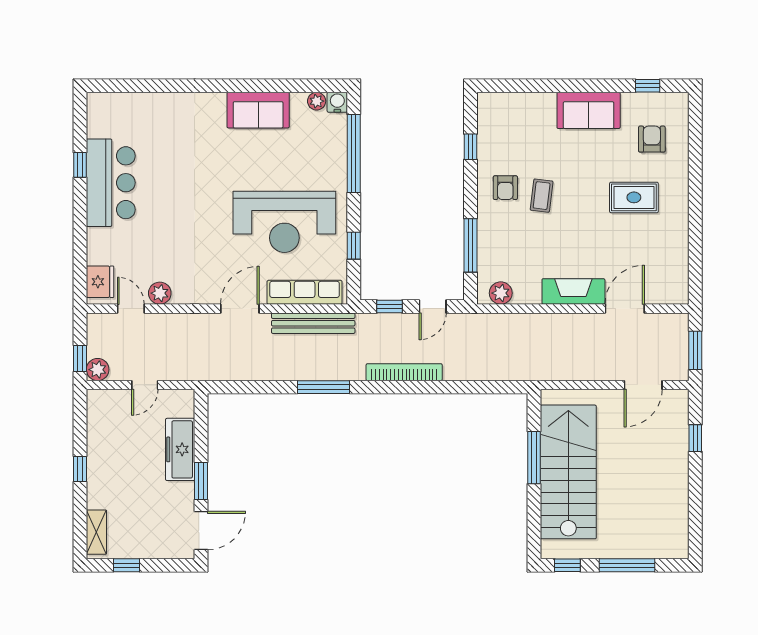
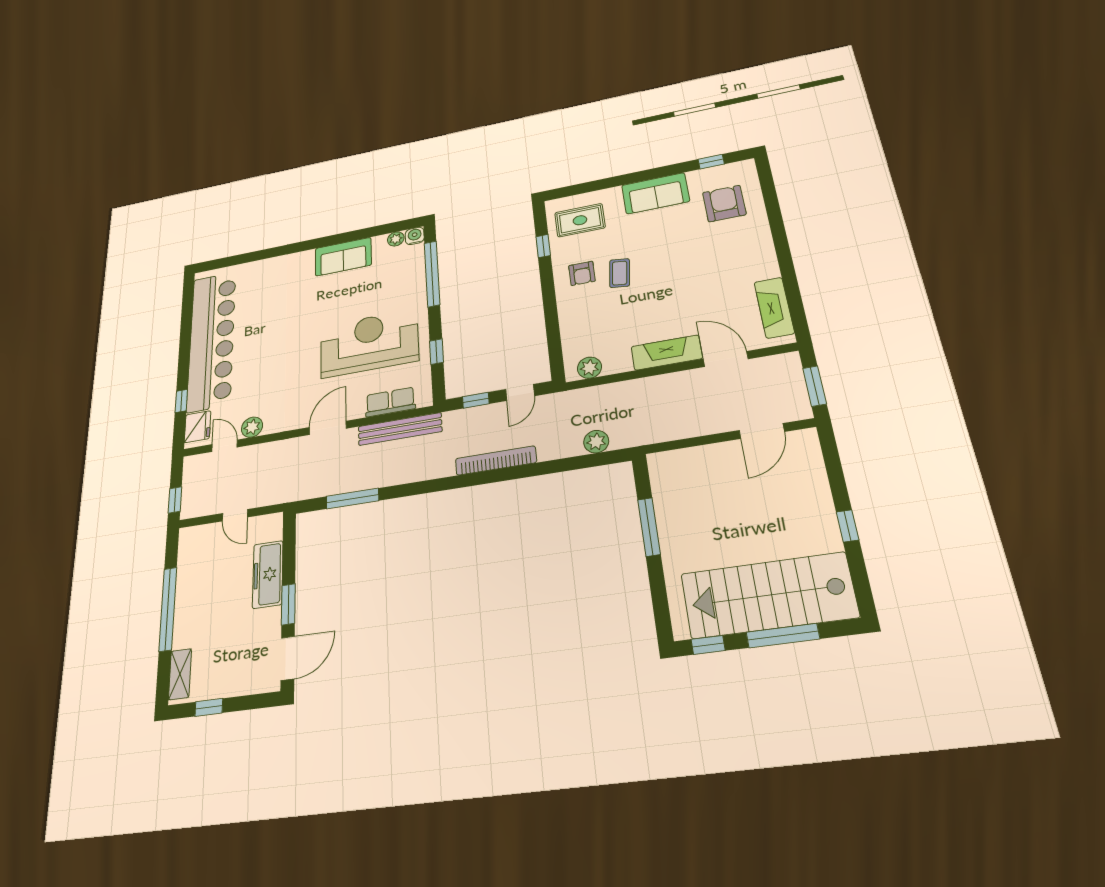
armchair: (652, 139) -> (724, 204), width x1.38, depth x1.38
window: (80, 165) -> (181, 401), moved
bar counter: (111, 183) -> (212, 341), width x1.86
rug: (634, 197) -> (580, 220), moved
reception desk: (284, 222) -> (369, 343), turned 180
window: (470, 245) -> (553, 330), removed
fireplace: (676, 265) -> (774, 308), added
row of seats: (305, 292) -> (390, 402), width x0.68
door: (625, 309) -> (726, 359), hinge flipped
plant: (98, 370) -> (596, 442), moved
door: (145, 385) -> (235, 515), hinge flipped
window: (323, 387) -> (352, 499), moved
window: (695, 438) -> (848, 526), moved
window: (80, 469) -> (168, 609), width x3.17
stairs: (568, 472) -> (768, 595), moved, turned -90

